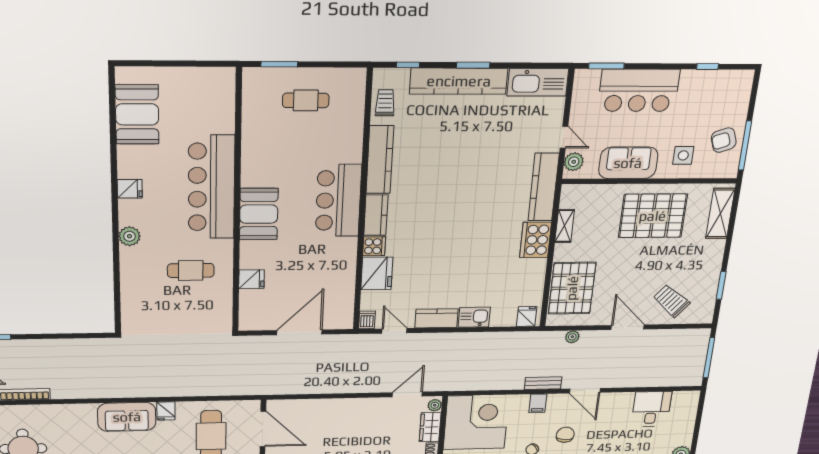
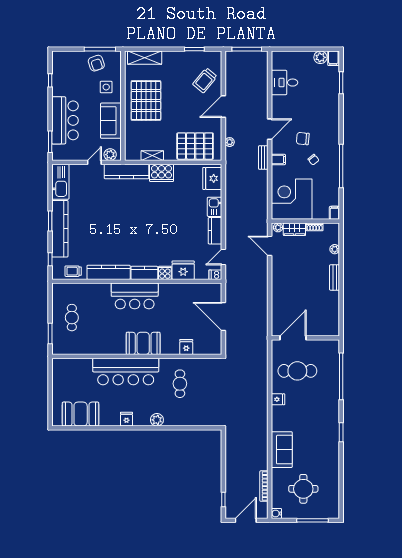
fridge: (527, 316) -> (212, 178), width x1.88, depth x1.34
sofa: (127, 417) -> (282, 450), moved

